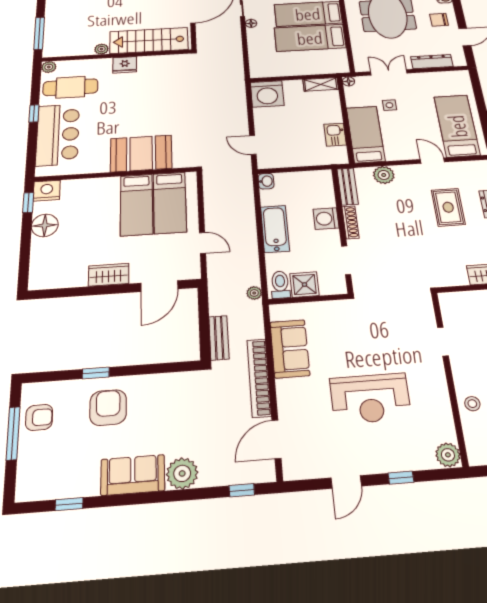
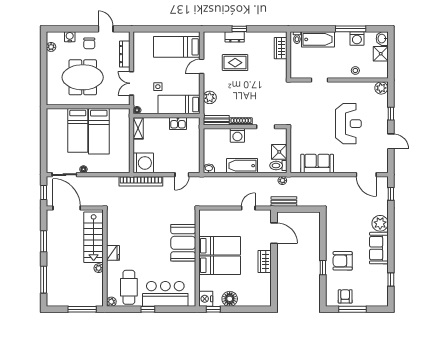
bed: (170, 203) -> (220, 265), moved
bench: (219, 338) -> (284, 201), moved
bookcase: (259, 378) -> (141, 181), moved

